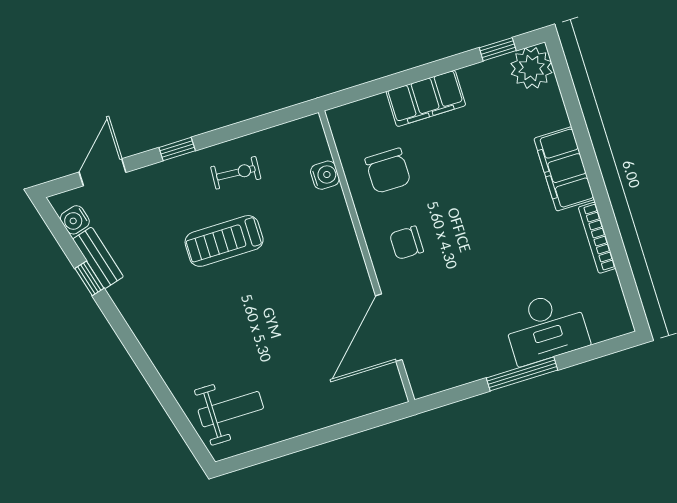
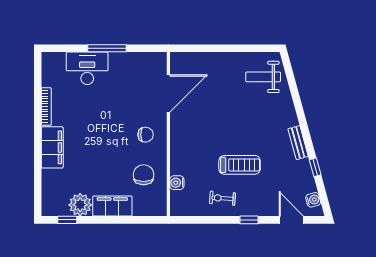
plant: (531, 68) -> (80, 205), moved
door: (103, 172) -> (291, 220), swing flipped
bench: (98, 258) -> (298, 143), moved

